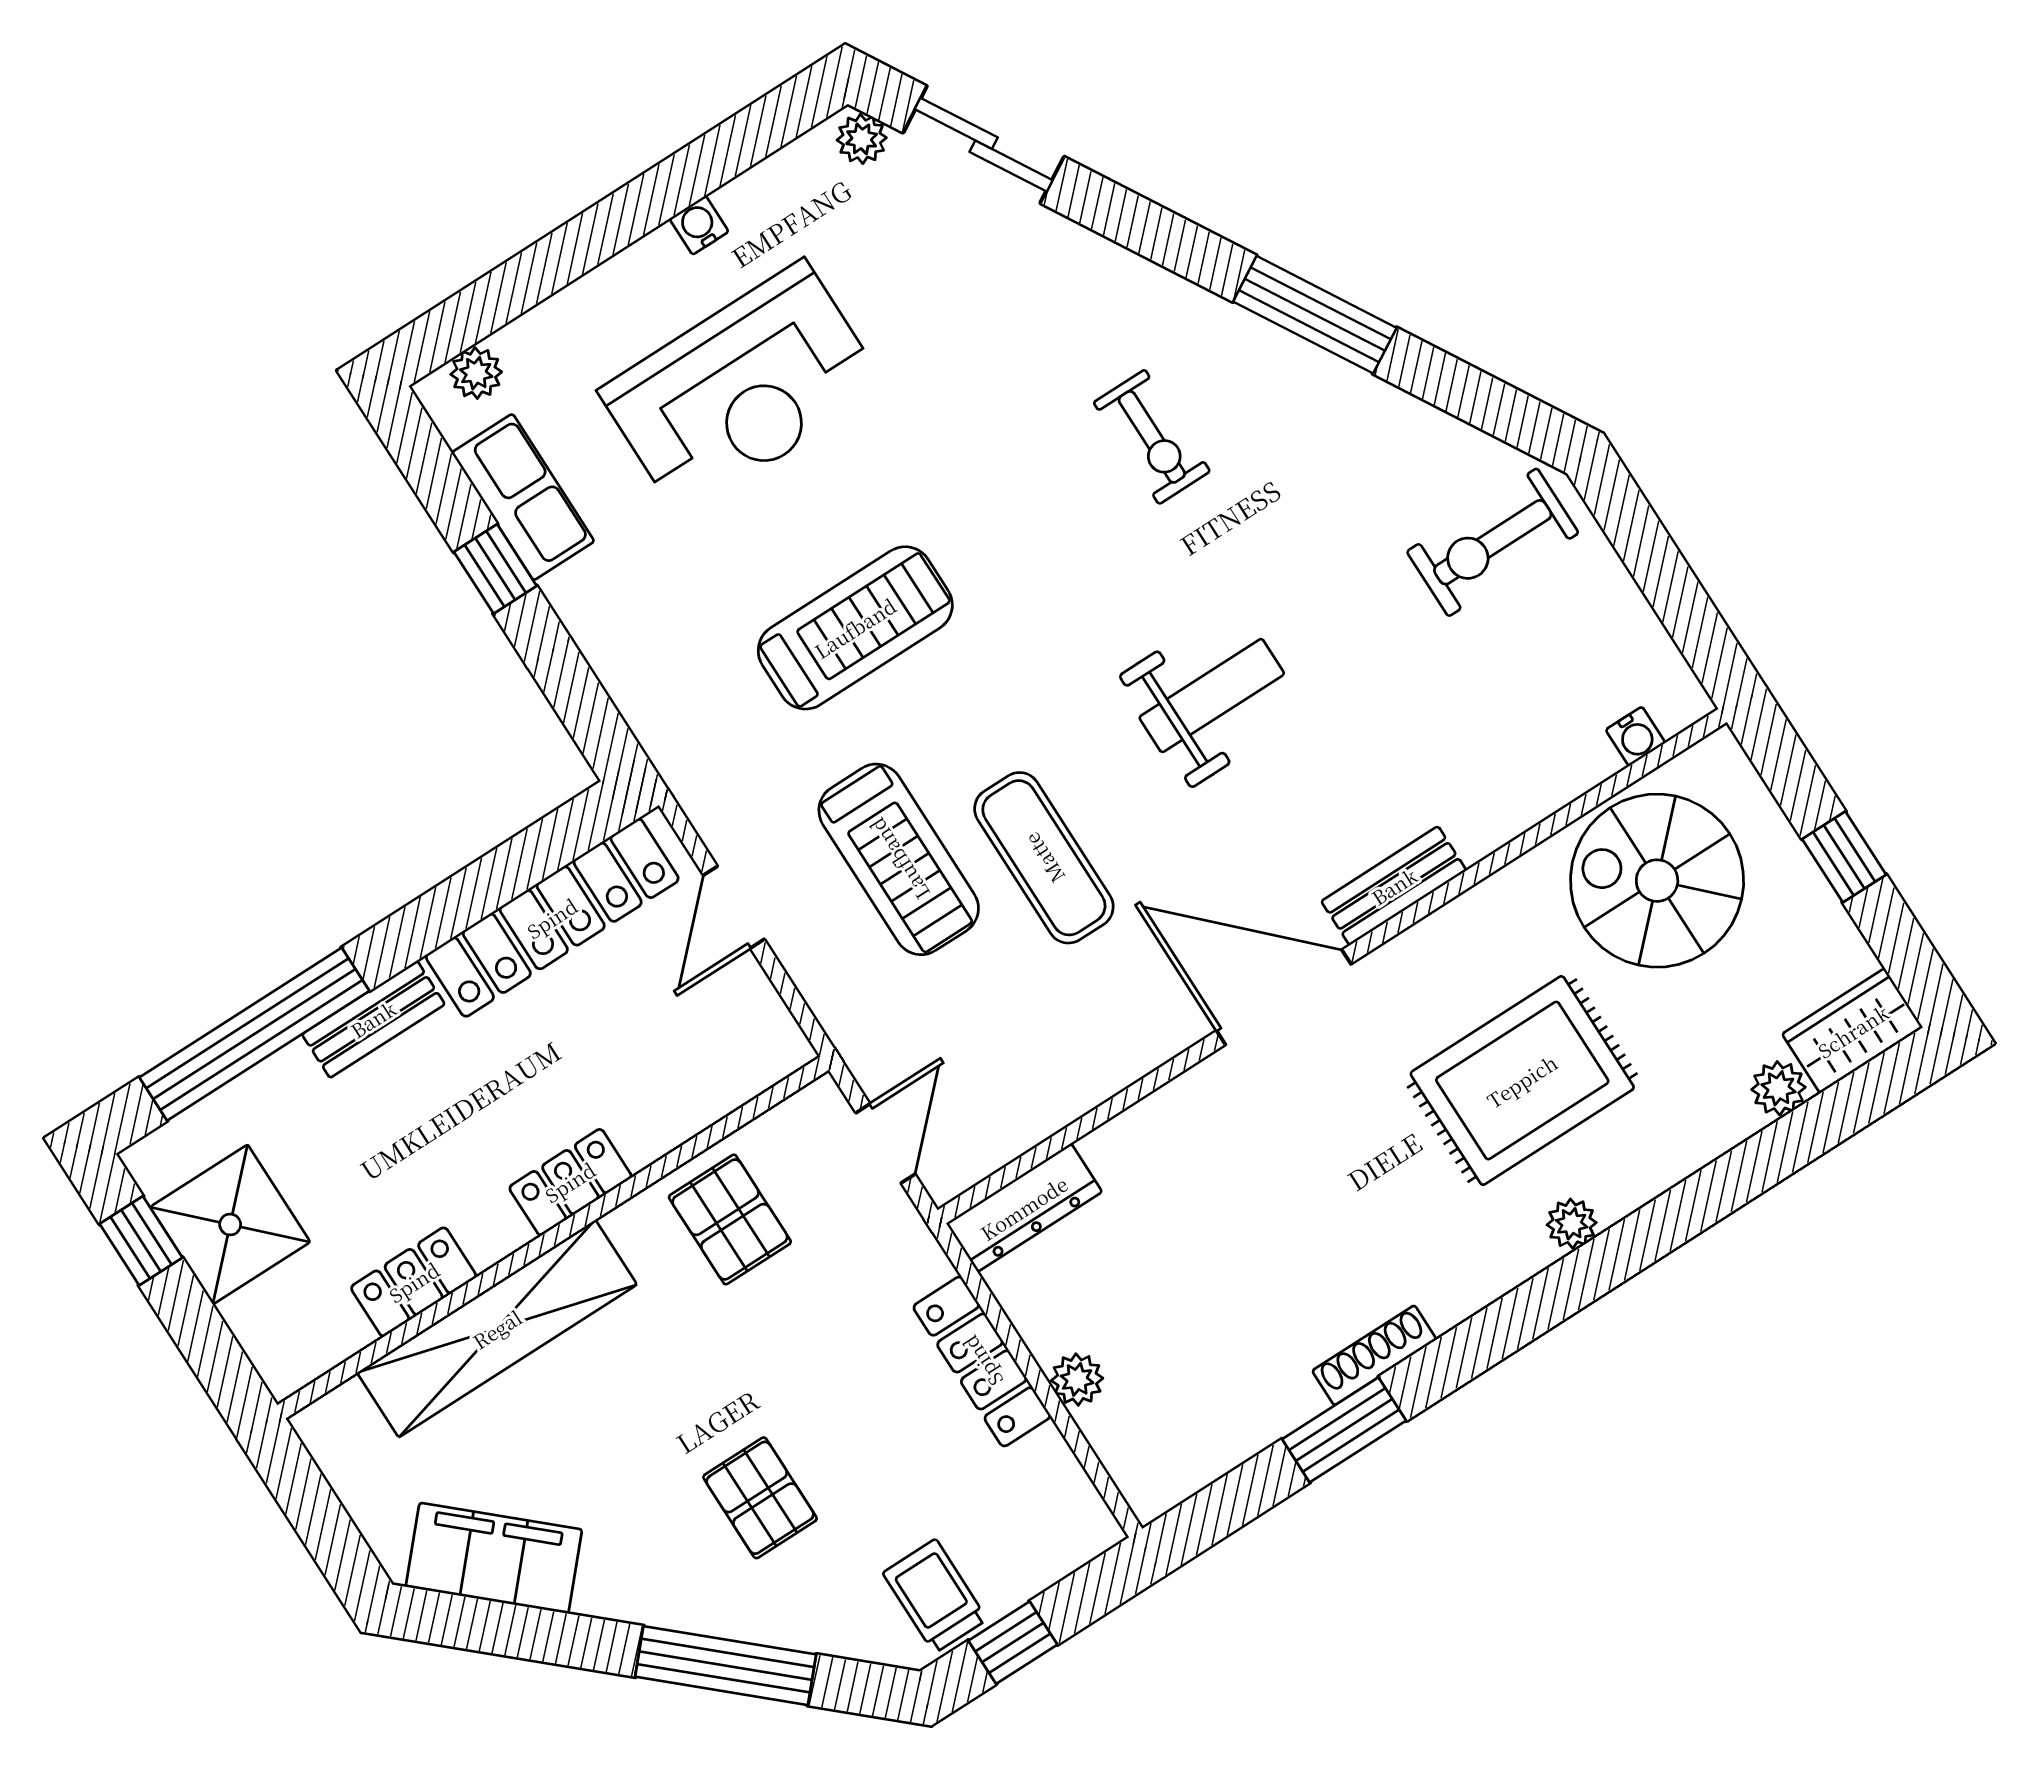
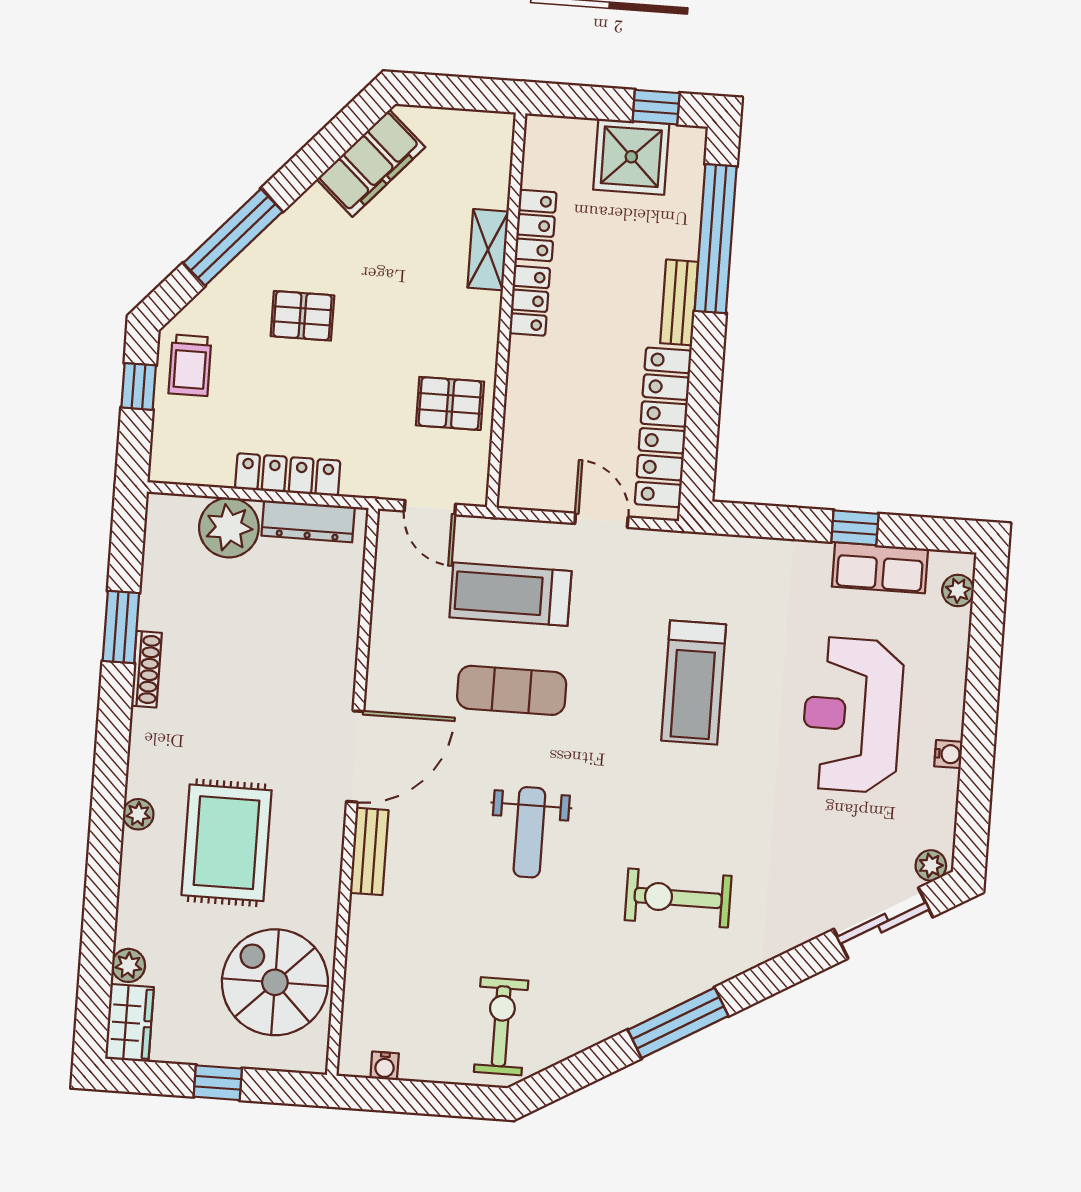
exercise bike: (1152, 437) -> (678, 898), width x1.38, depth x1.39
water cooler: (1635, 736) -> (385, 1066), moved, turned -90
treadmill: (899, 859) -> (510, 594), moved
spiral stairs: (1657, 881) -> (275, 982), turned -90
locker: (570, 1182) -> (530, 301), moved
dresser: (1024, 1208) -> (308, 521), moved, turned -90
shelving: (497, 1329) -> (488, 250), width x0.45, depth x0.75
plant: (1077, 1379) -> (229, 528), width x1.87, depth x1.87
trolley: (935, 1596) -> (190, 365), turned 90

